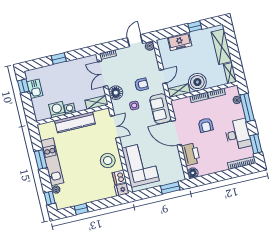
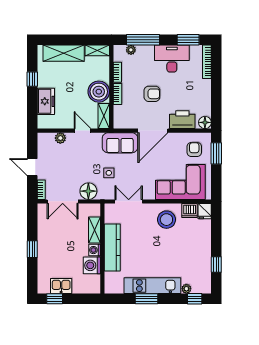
door: (135, 41) -> (32, 167), moved
plant: (150, 46) -> (60, 138), moved
armchair: (141, 85) -> (194, 149), moved
shelving: (97, 102) -> (95, 230), moved

